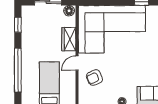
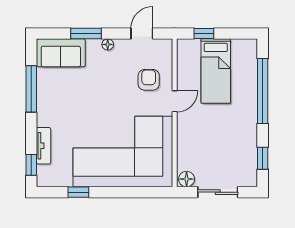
wardrobe: (69, 39) -> (187, 137), removed
armchair: (94, 78) -> (149, 80), turned -67

